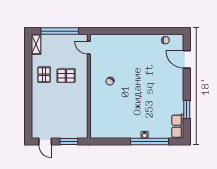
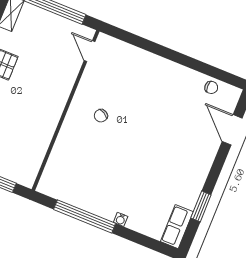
pallet: (66, 76) -> (37, 80), removed
window: (150, 142) -> (85, 216), moved

